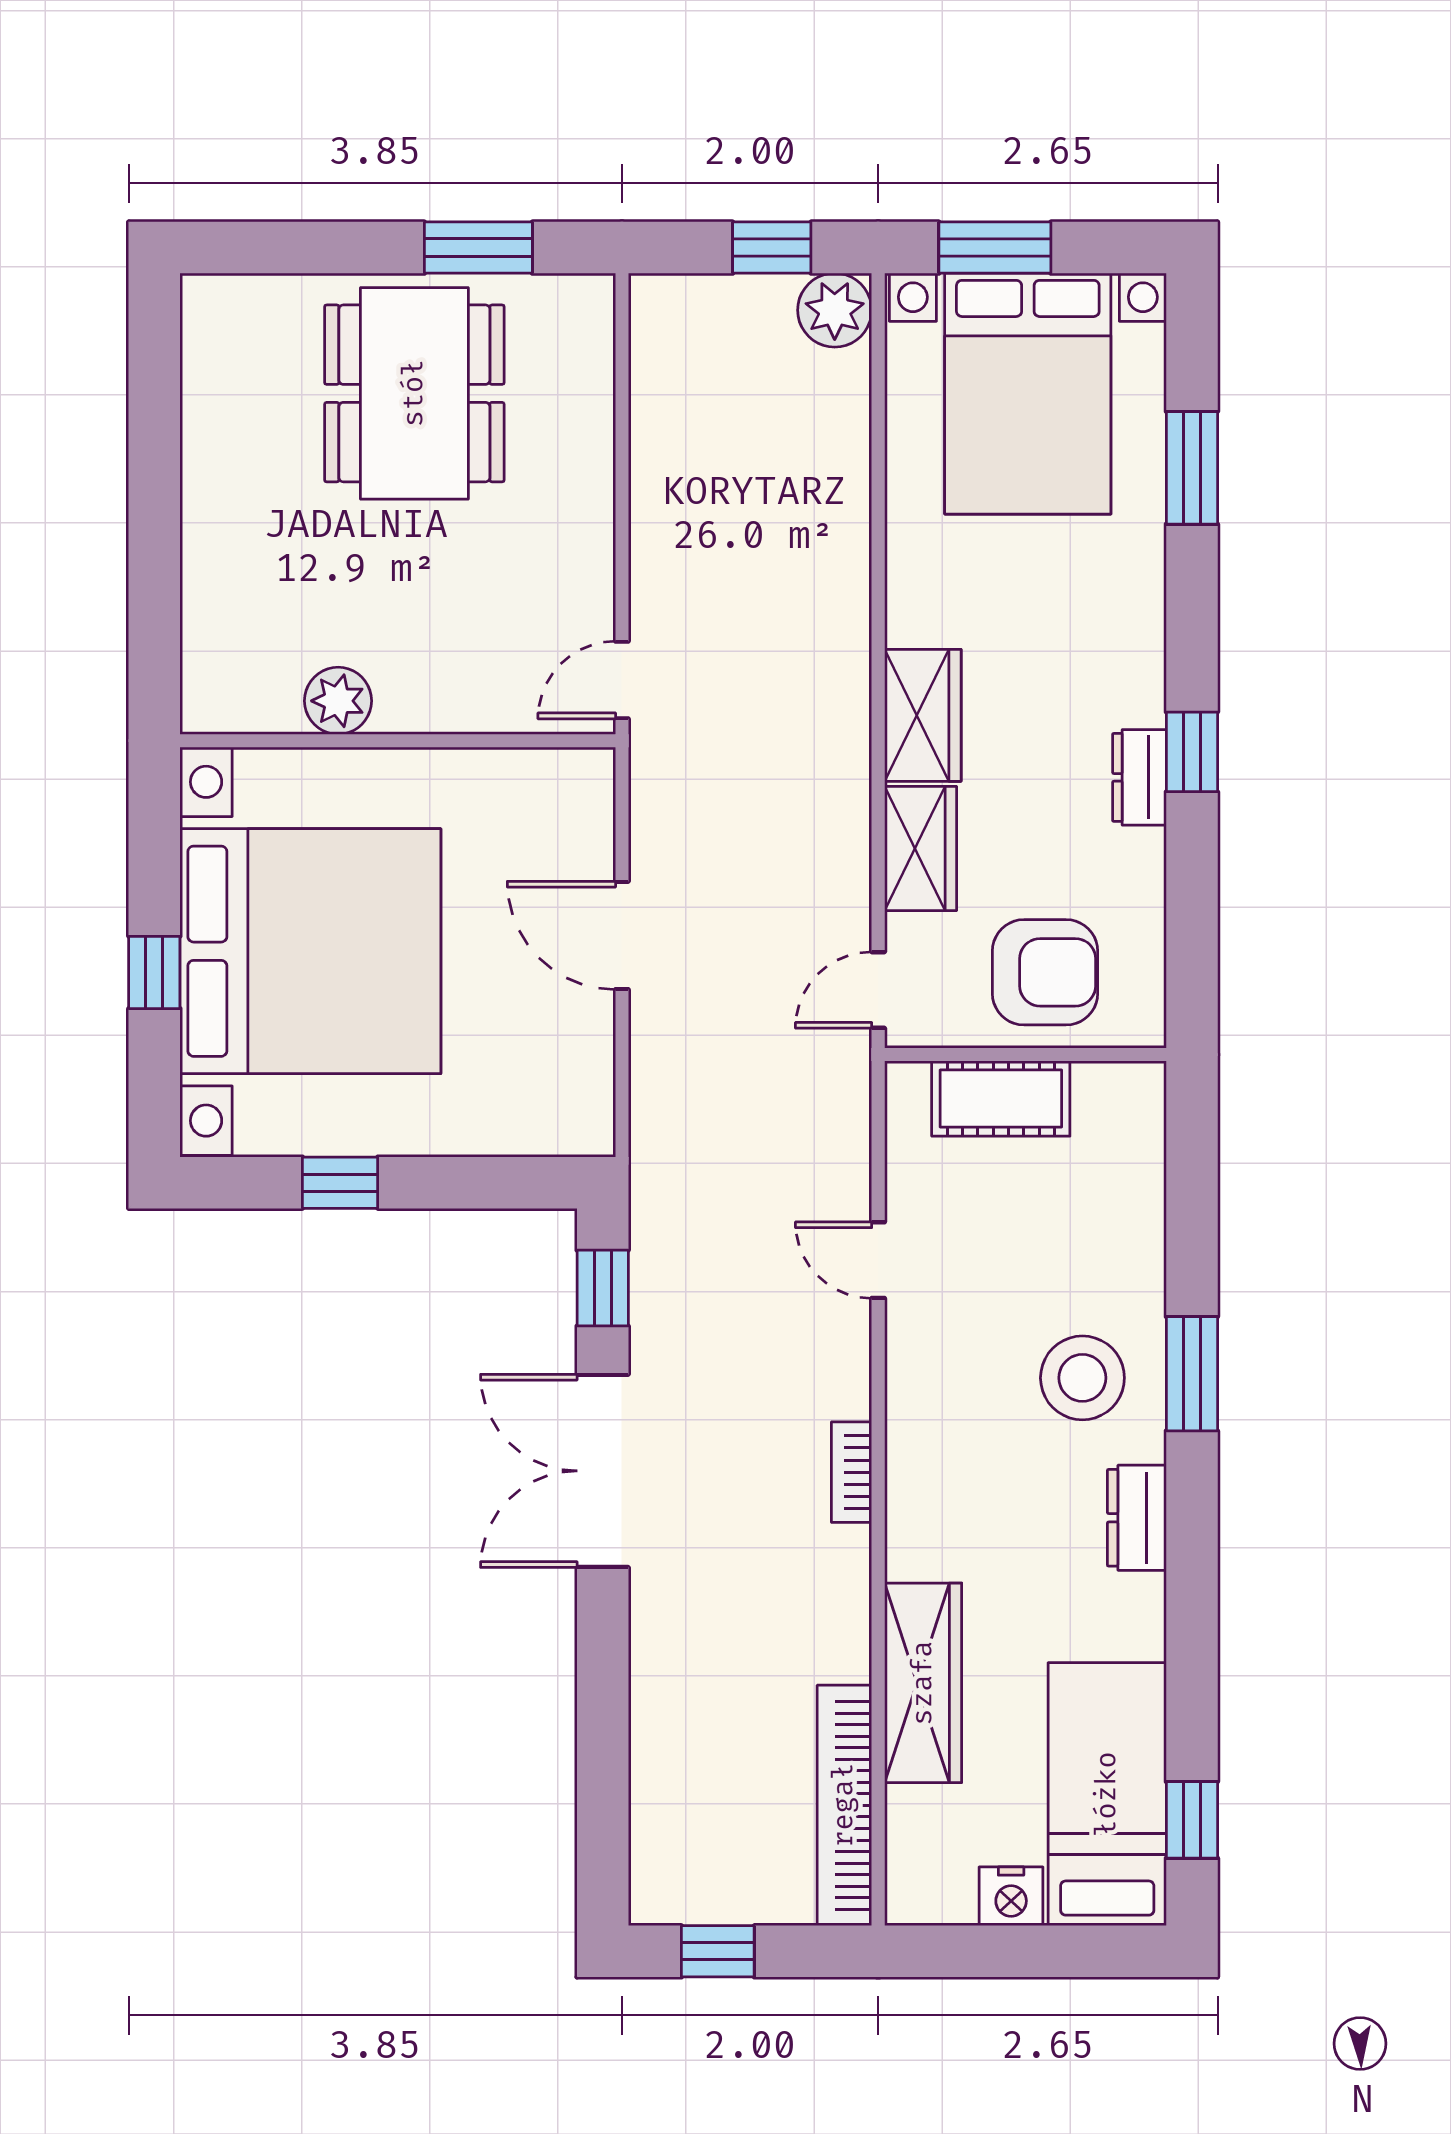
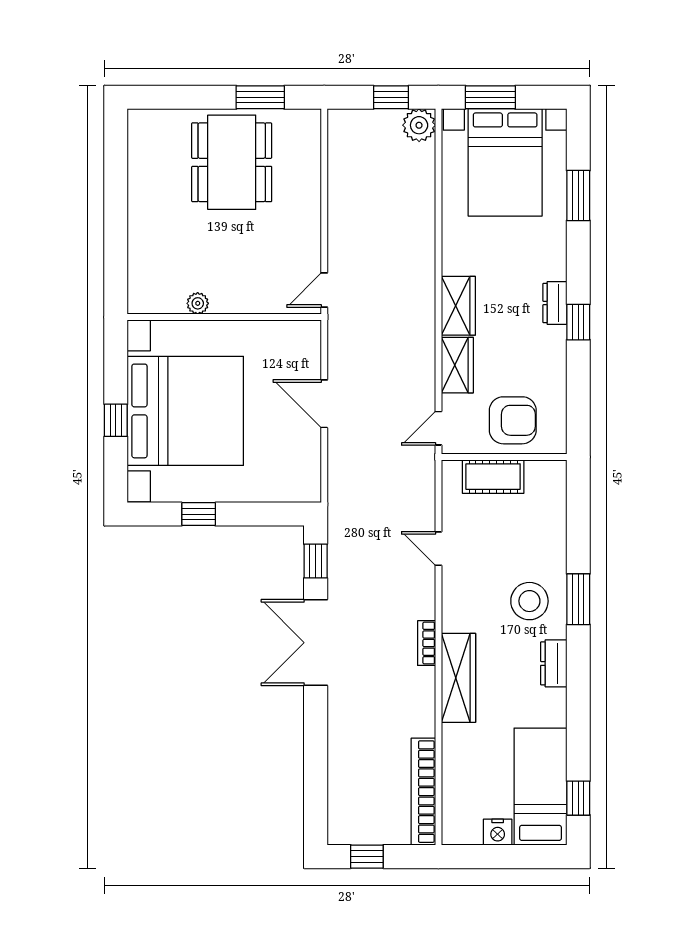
plant: (338, 701) -> (198, 303), width x0.73, depth x0.73
dresser: (1139, 777) -> (555, 303), moved
wardrobe: (923, 1683) -> (458, 678), moved

